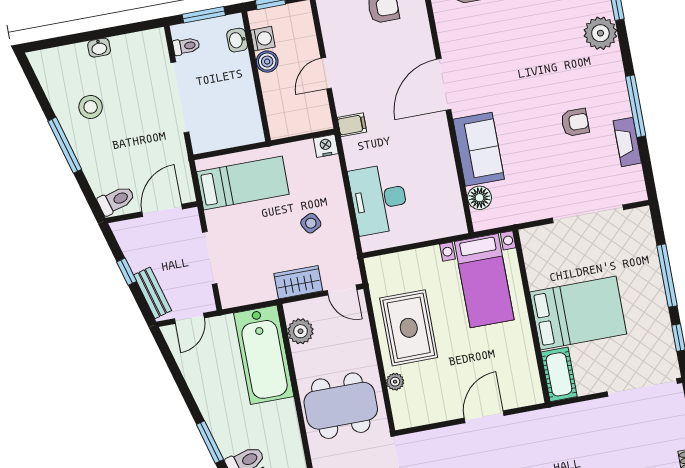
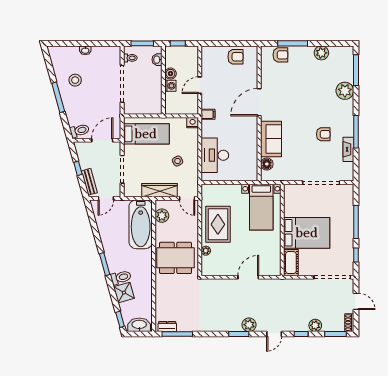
washing machine: (263, 39) -> (170, 86), moved
wardrobe: (298, 282) -> (160, 190), width x1.50

